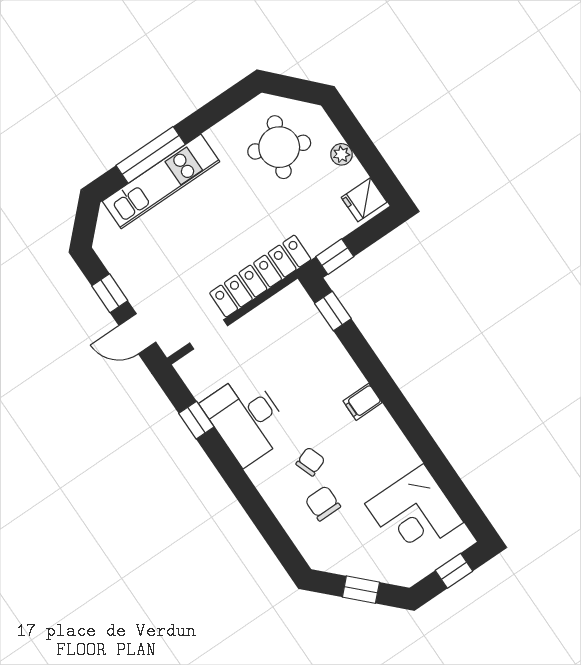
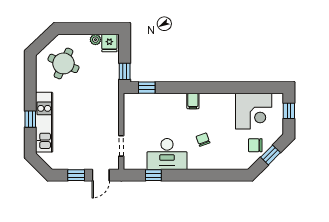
plant: (342, 154) -> (95, 40), moved
window: (151, 155) -> (30, 119), width x0.46
locker: (260, 276) -> (112, 108), removed
chair: (323, 503) -> (255, 145), moved

